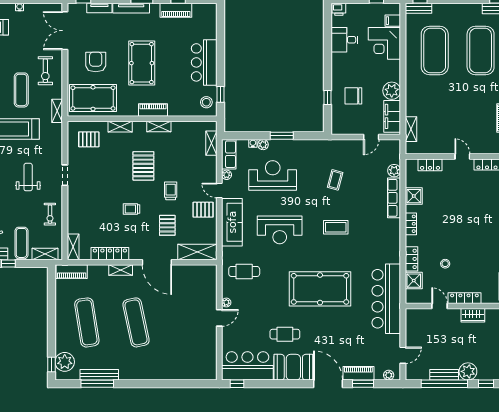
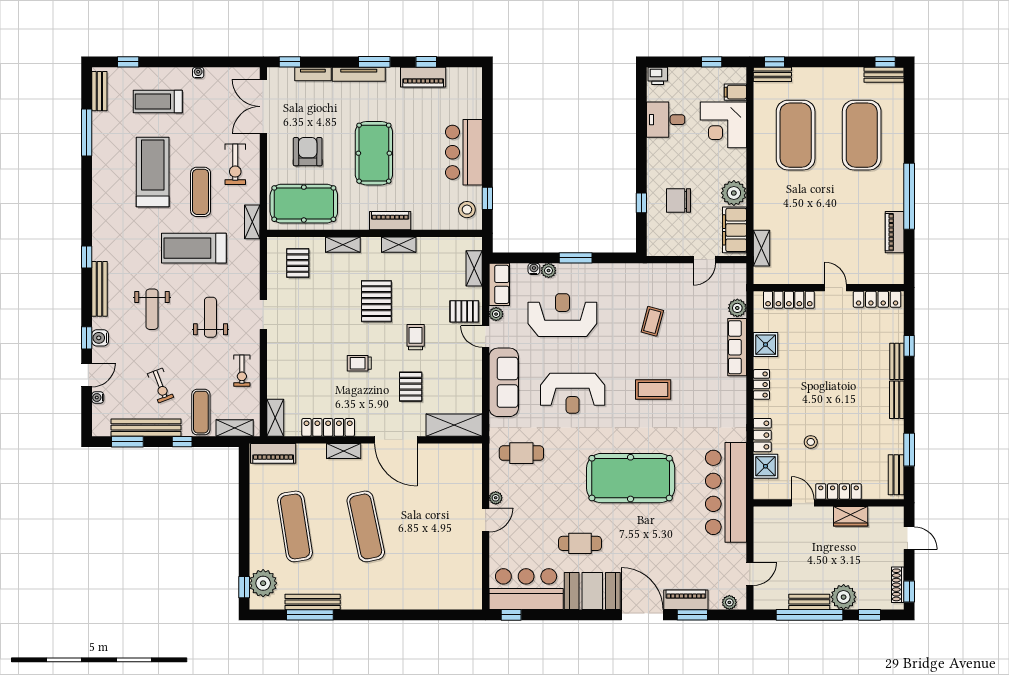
pallet: (89, 139) -> (298, 263), turned 90
locker: (430, 165) -> (789, 300), width x1.53
pallet: (203, 210) -> (464, 311), moved

